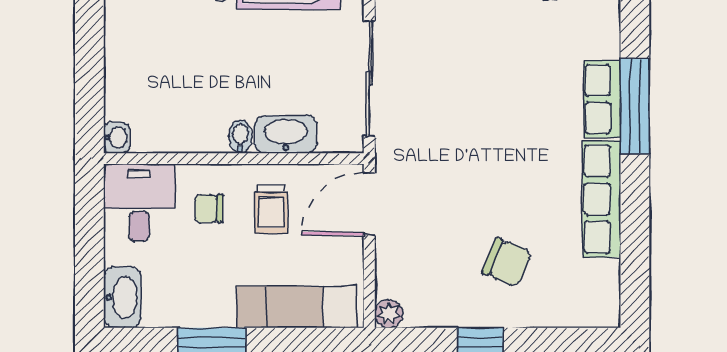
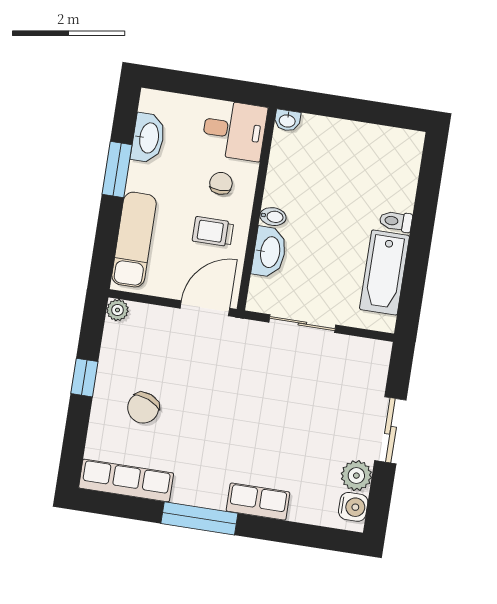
sliding door: (369, 78) -> (302, 324), width x0.73
window: (635, 106) -> (199, 518), moved
row of seats: (602, 199) -> (126, 480), moved
door: (369, 204) -> (205, 308), hinge flipped
washbasin: (122, 297) -> (148, 138), moved, turned -90

